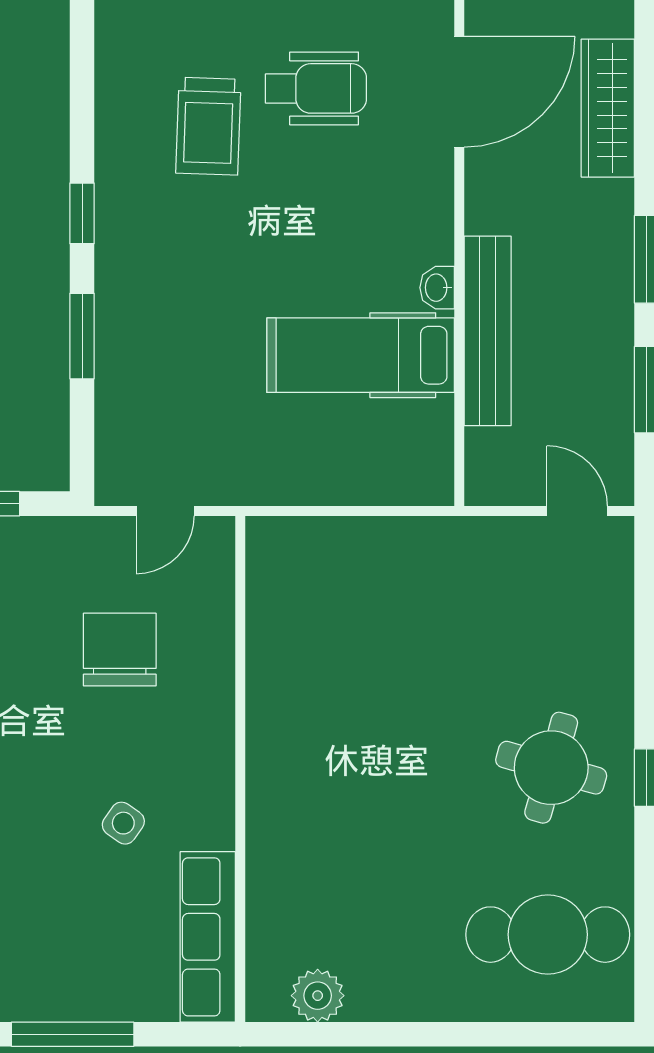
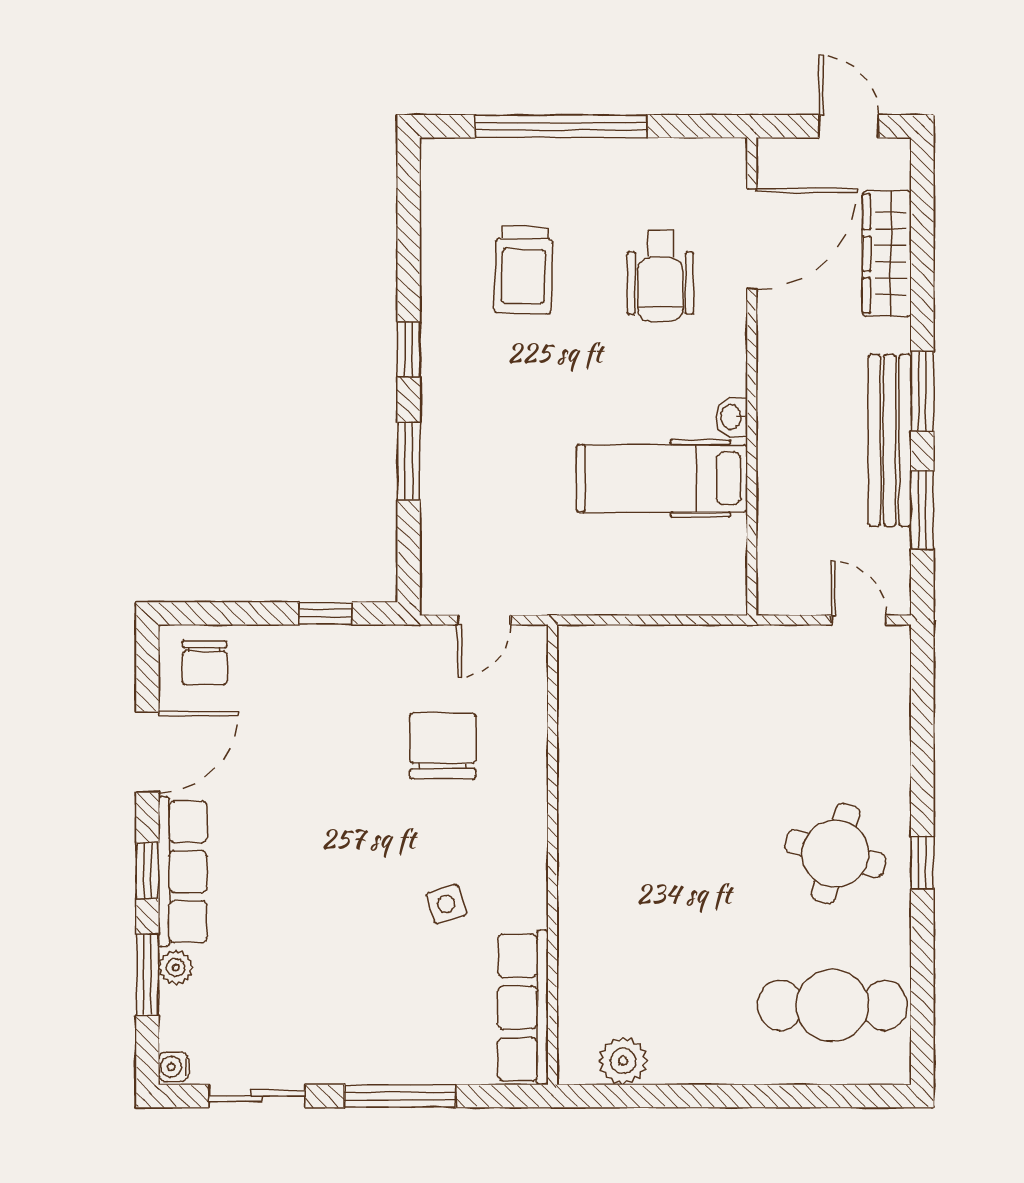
wheelchair: (316, 88) -> (660, 276), moved, turned 90
bench: (488, 331) -> (890, 440), moved
side table: (123, 823) -> (446, 904), turned 38

